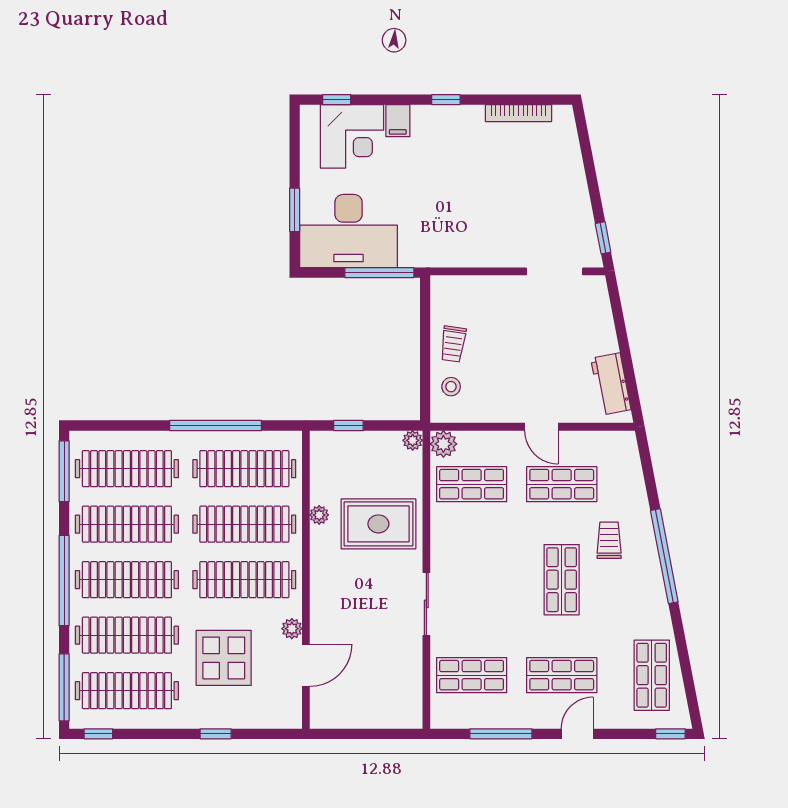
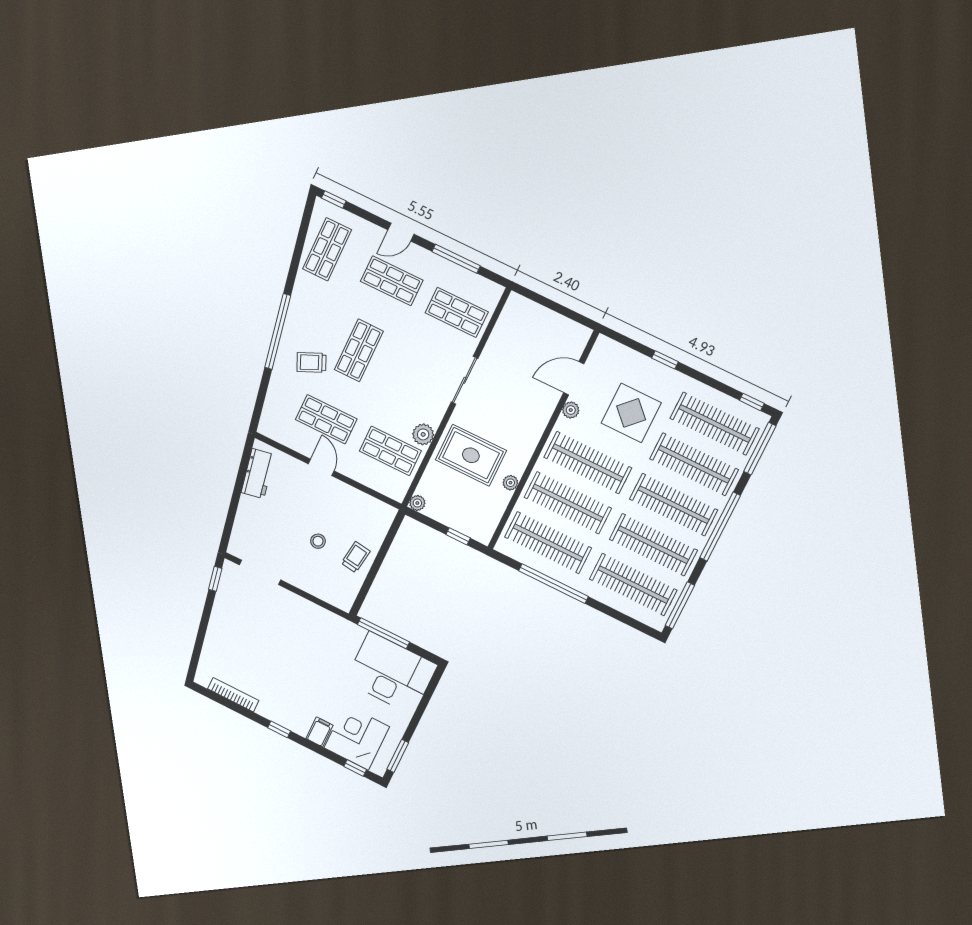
window: (295, 210) -> (398, 756), moved
stool: (451, 387) -> (318, 541), moved
plant: (443, 444) -> (423, 434), moved
trolley: (609, 540) -> (312, 362), turned 66

